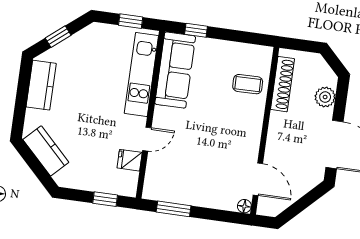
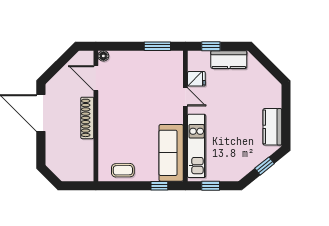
coffee table: (248, 84) -> (123, 170), moved
shoe rack: (283, 84) -> (87, 118), moved
plant: (325, 97) -> (53, 148), removed
door: (147, 139) -> (185, 97), swing flipped
kitchen counter: (46, 151) -> (229, 60), moved, turned -45

